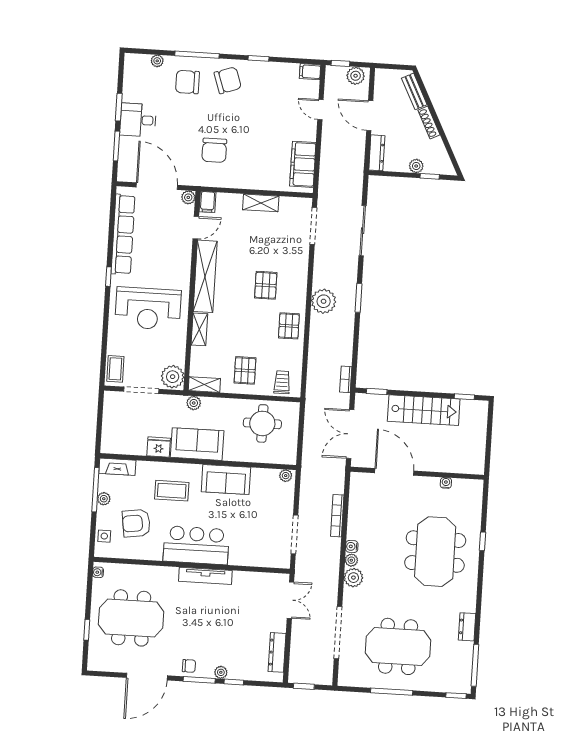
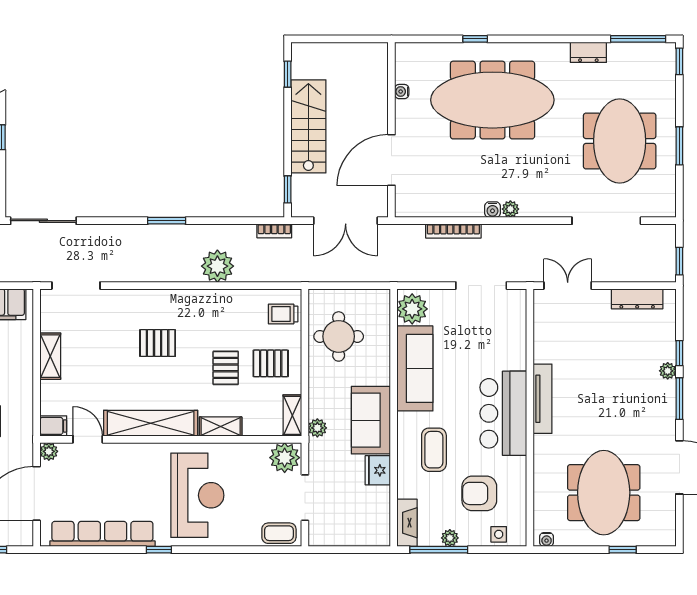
sliding door: (363, 231) -> (43, 221), moved
plant: (324, 301) -> (217, 266), moved
pallet: (289, 326) -> (226, 368), moved, turned 90
plant: (286, 476) -> (412, 309), width x1.88, depth x1.88
sofa: (226, 480) -> (415, 368), width x1.36
armchair: (136, 523) -> (479, 493), turned 98
meeting table: (435, 552) -> (492, 100), width x1.36
plant: (353, 578) -> (533, 205), removed
chair: (189, 666) -> (662, 413), removed
window: (392, 692) -> (679, 146), width x0.69

